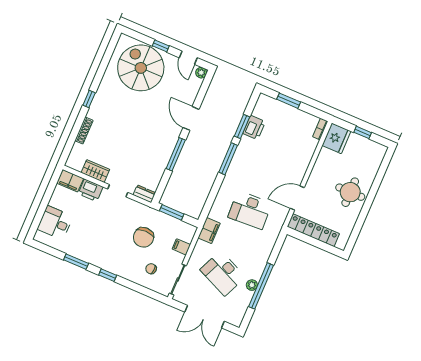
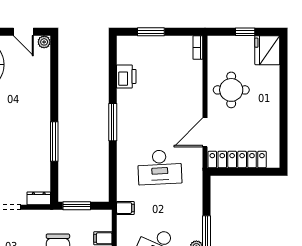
door: (191, 118) -> (54, 96), removed
window: (242, 127) -> (113, 81), removed
fridge: (336, 138) -> (267, 50), moved, turned 180
round table: (350, 192) -> (231, 90), moved
filing cabinet: (209, 231) -> (125, 208), width x0.50

